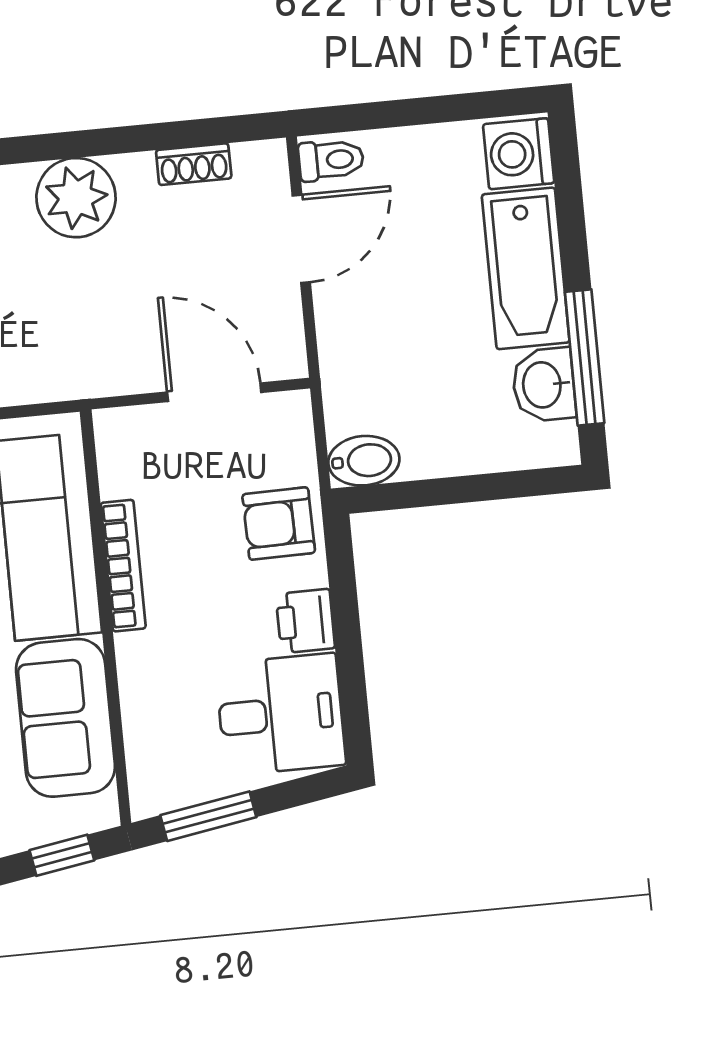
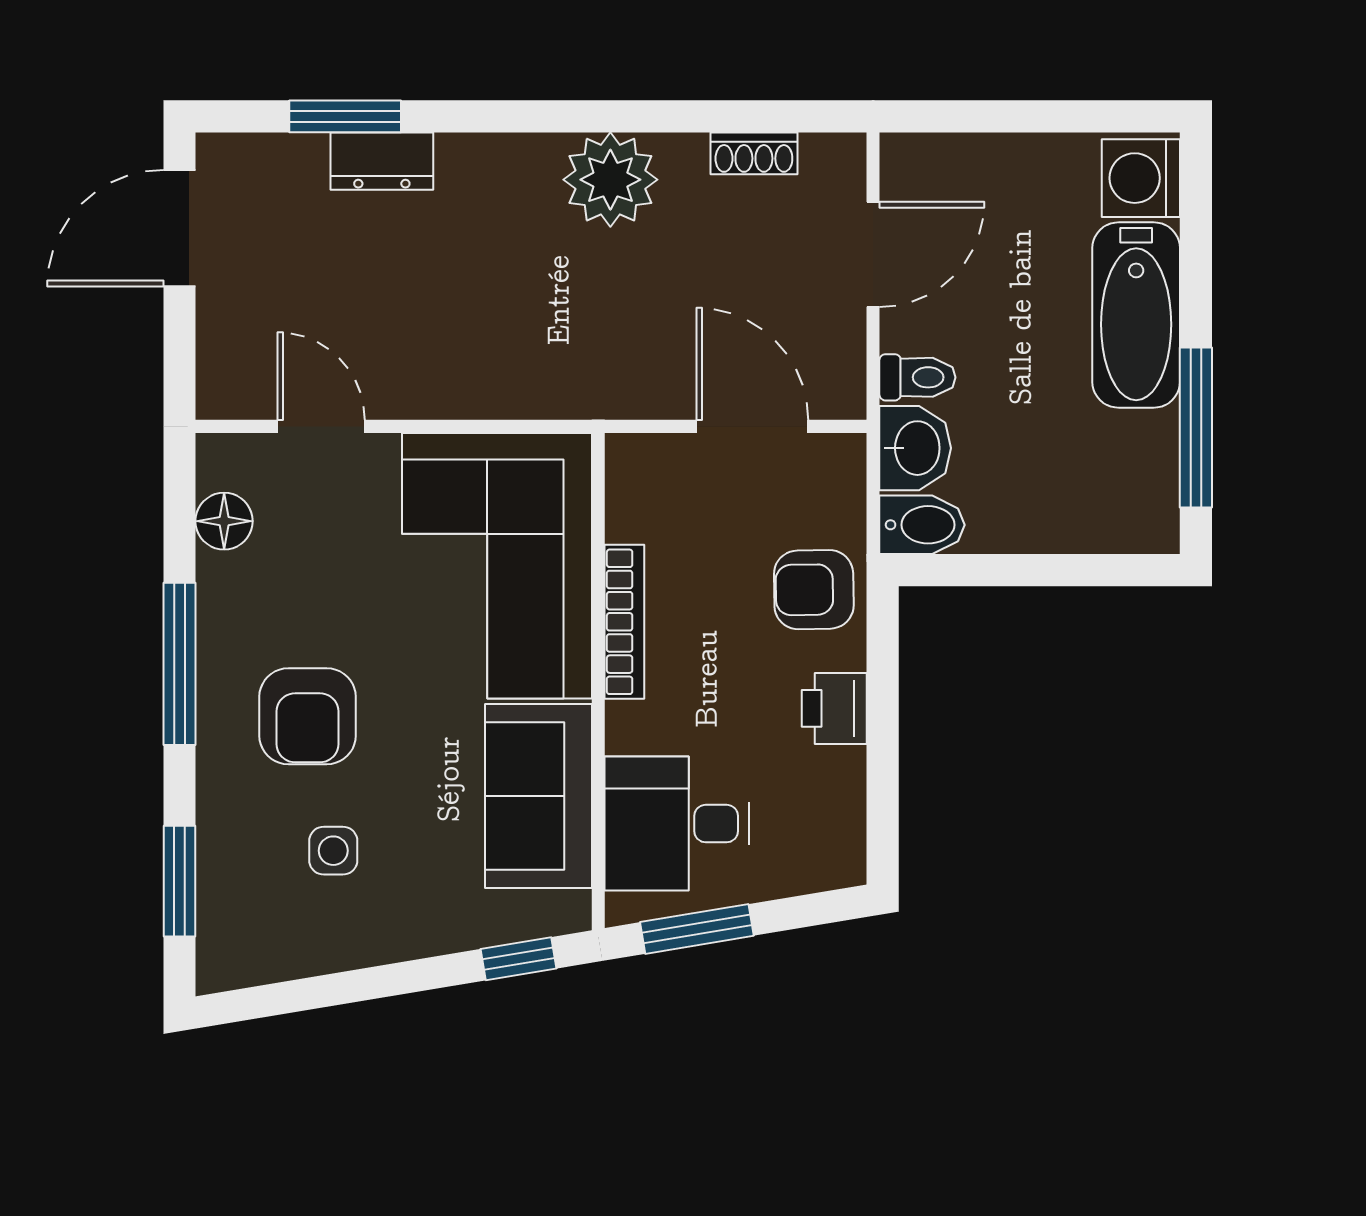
toilet: (331, 160) -> (917, 377), moved
washbasin: (544, 385) -> (915, 448), moved, turned 180
desk: (281, 714) -> (677, 824), moved, turned 180

